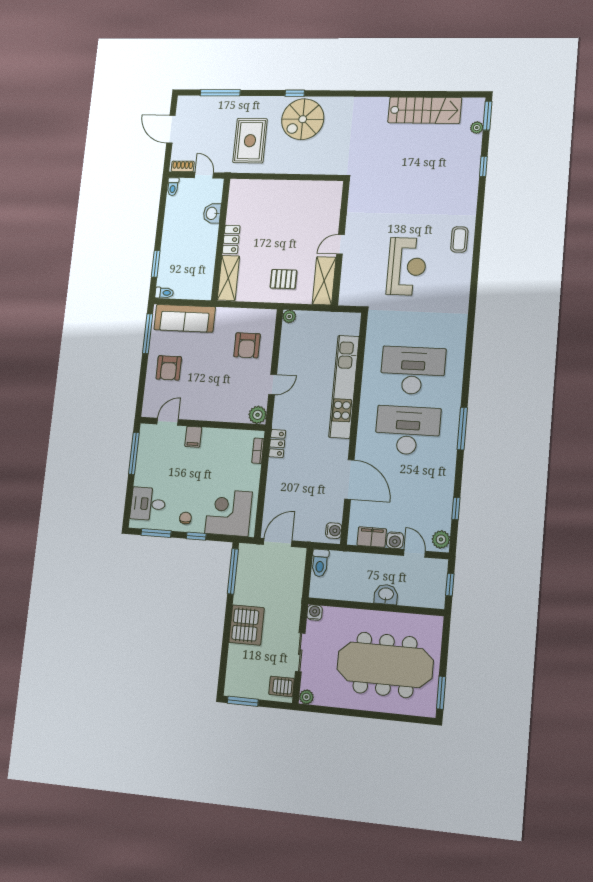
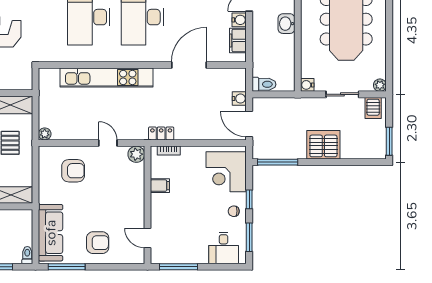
filing cabinet: (193, 437) -> (160, 186), moved
water cooler: (334, 531) -> (239, 99), moved, turned 90

